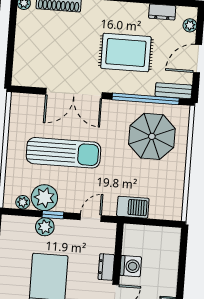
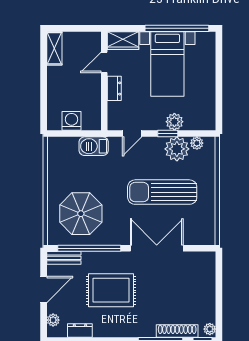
washing machine: (131, 266) -> (72, 121), moved, turned 90

